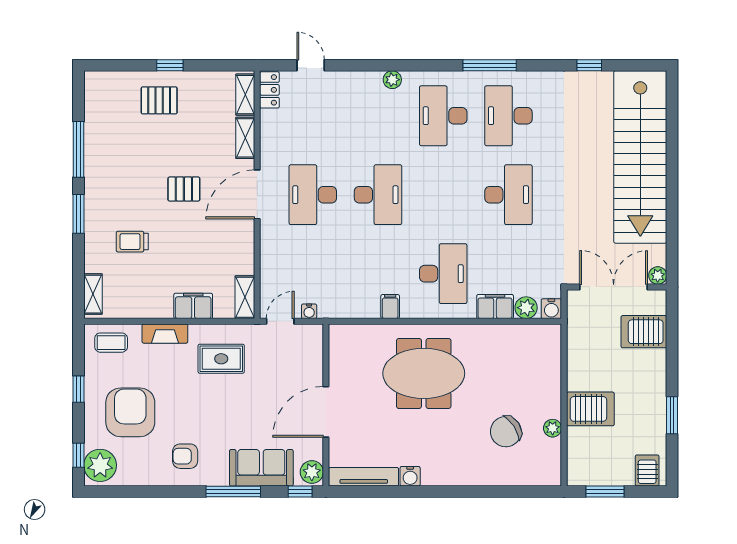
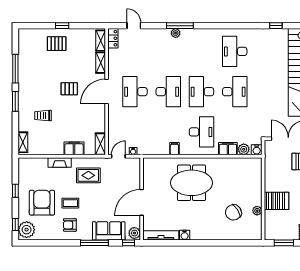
window: (490, 65) -> (180, 26), moved
desk: (443, 116) -> (201, 92), moved
coffee table: (111, 343) -> (70, 203), moved

